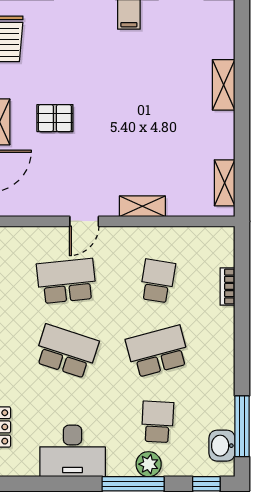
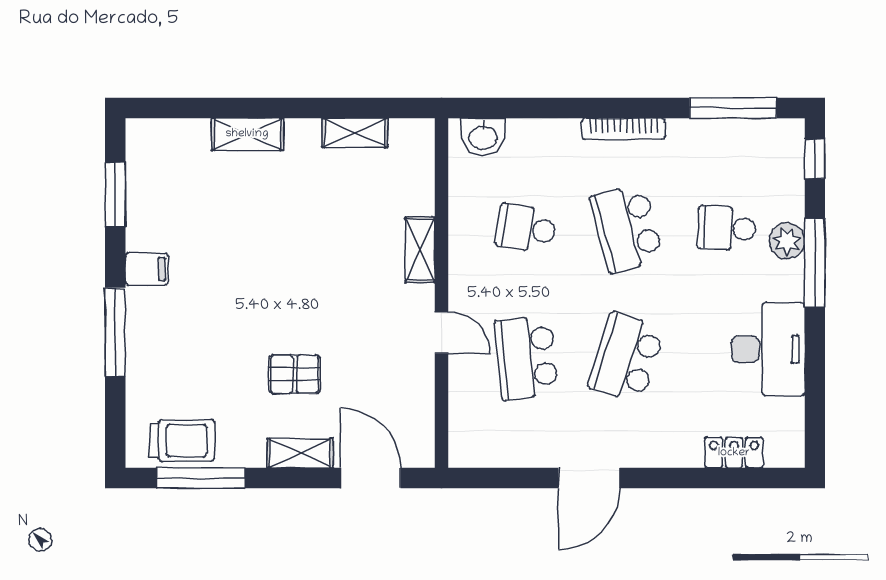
pallet: (55, 118) -> (295, 374), turned 90
shelving: (225, 183) -> (355, 133), moved
bookcase: (228, 286) -> (624, 129), moved, width x1.56
washbasin: (222, 446) -> (483, 137), moved

